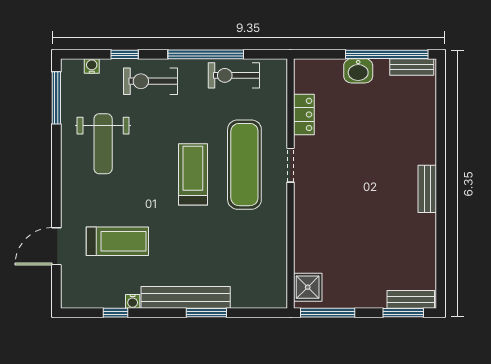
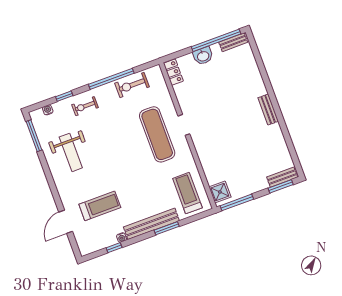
exercise bike: (151, 81) -> (85, 106), width x0.73, depth x0.72
locker: (304, 114) -> (173, 72), moved
treadmill: (193, 174) -> (187, 193), moved

